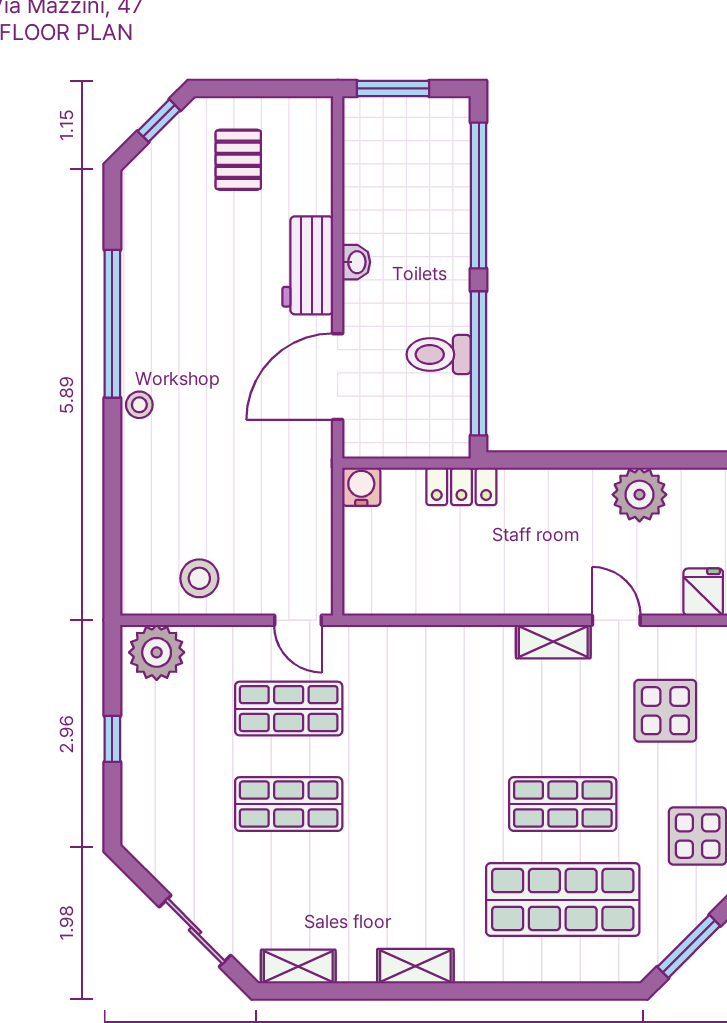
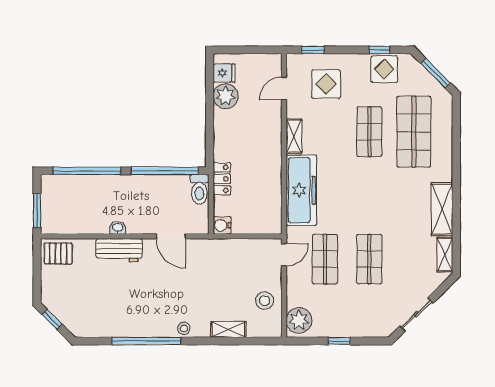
pallet: (238, 160) -> (58, 253), moved
toilet: (439, 354) -> (199, 189), moved
door: (338, 377) -> (171, 236), width x0.73
shelving: (137, 500) -> (228, 329), added
fridge: (703, 592) -> (224, 73), moved, turned 180
door: (616, 620) -> (284, 89), moved
freezer: (437, 657) -> (301, 190), added
sliding door: (195, 931) -> (416, 314), moved
shelving: (415, 966) -> (442, 209), width x1.50, depth x1.33

